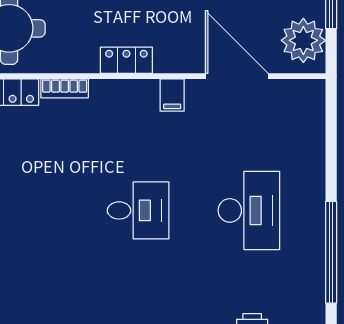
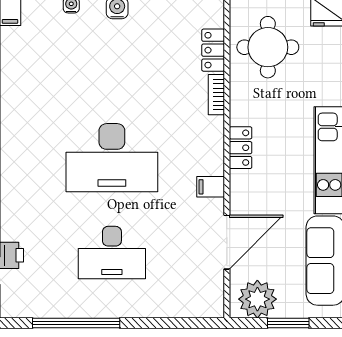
desk: (138, 210) -> (112, 158), width x1.87, depth x1.30

